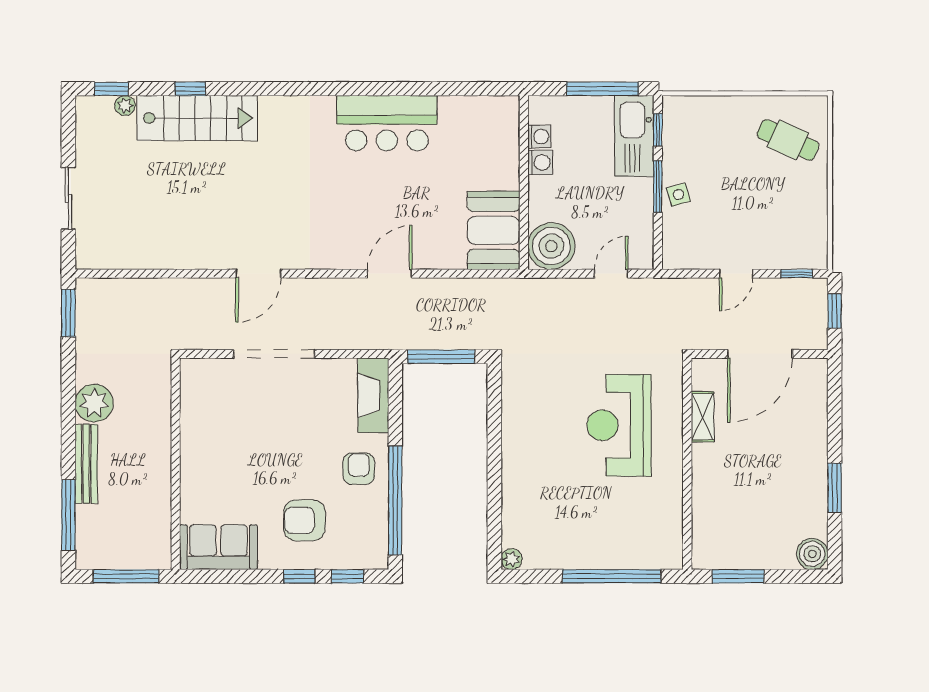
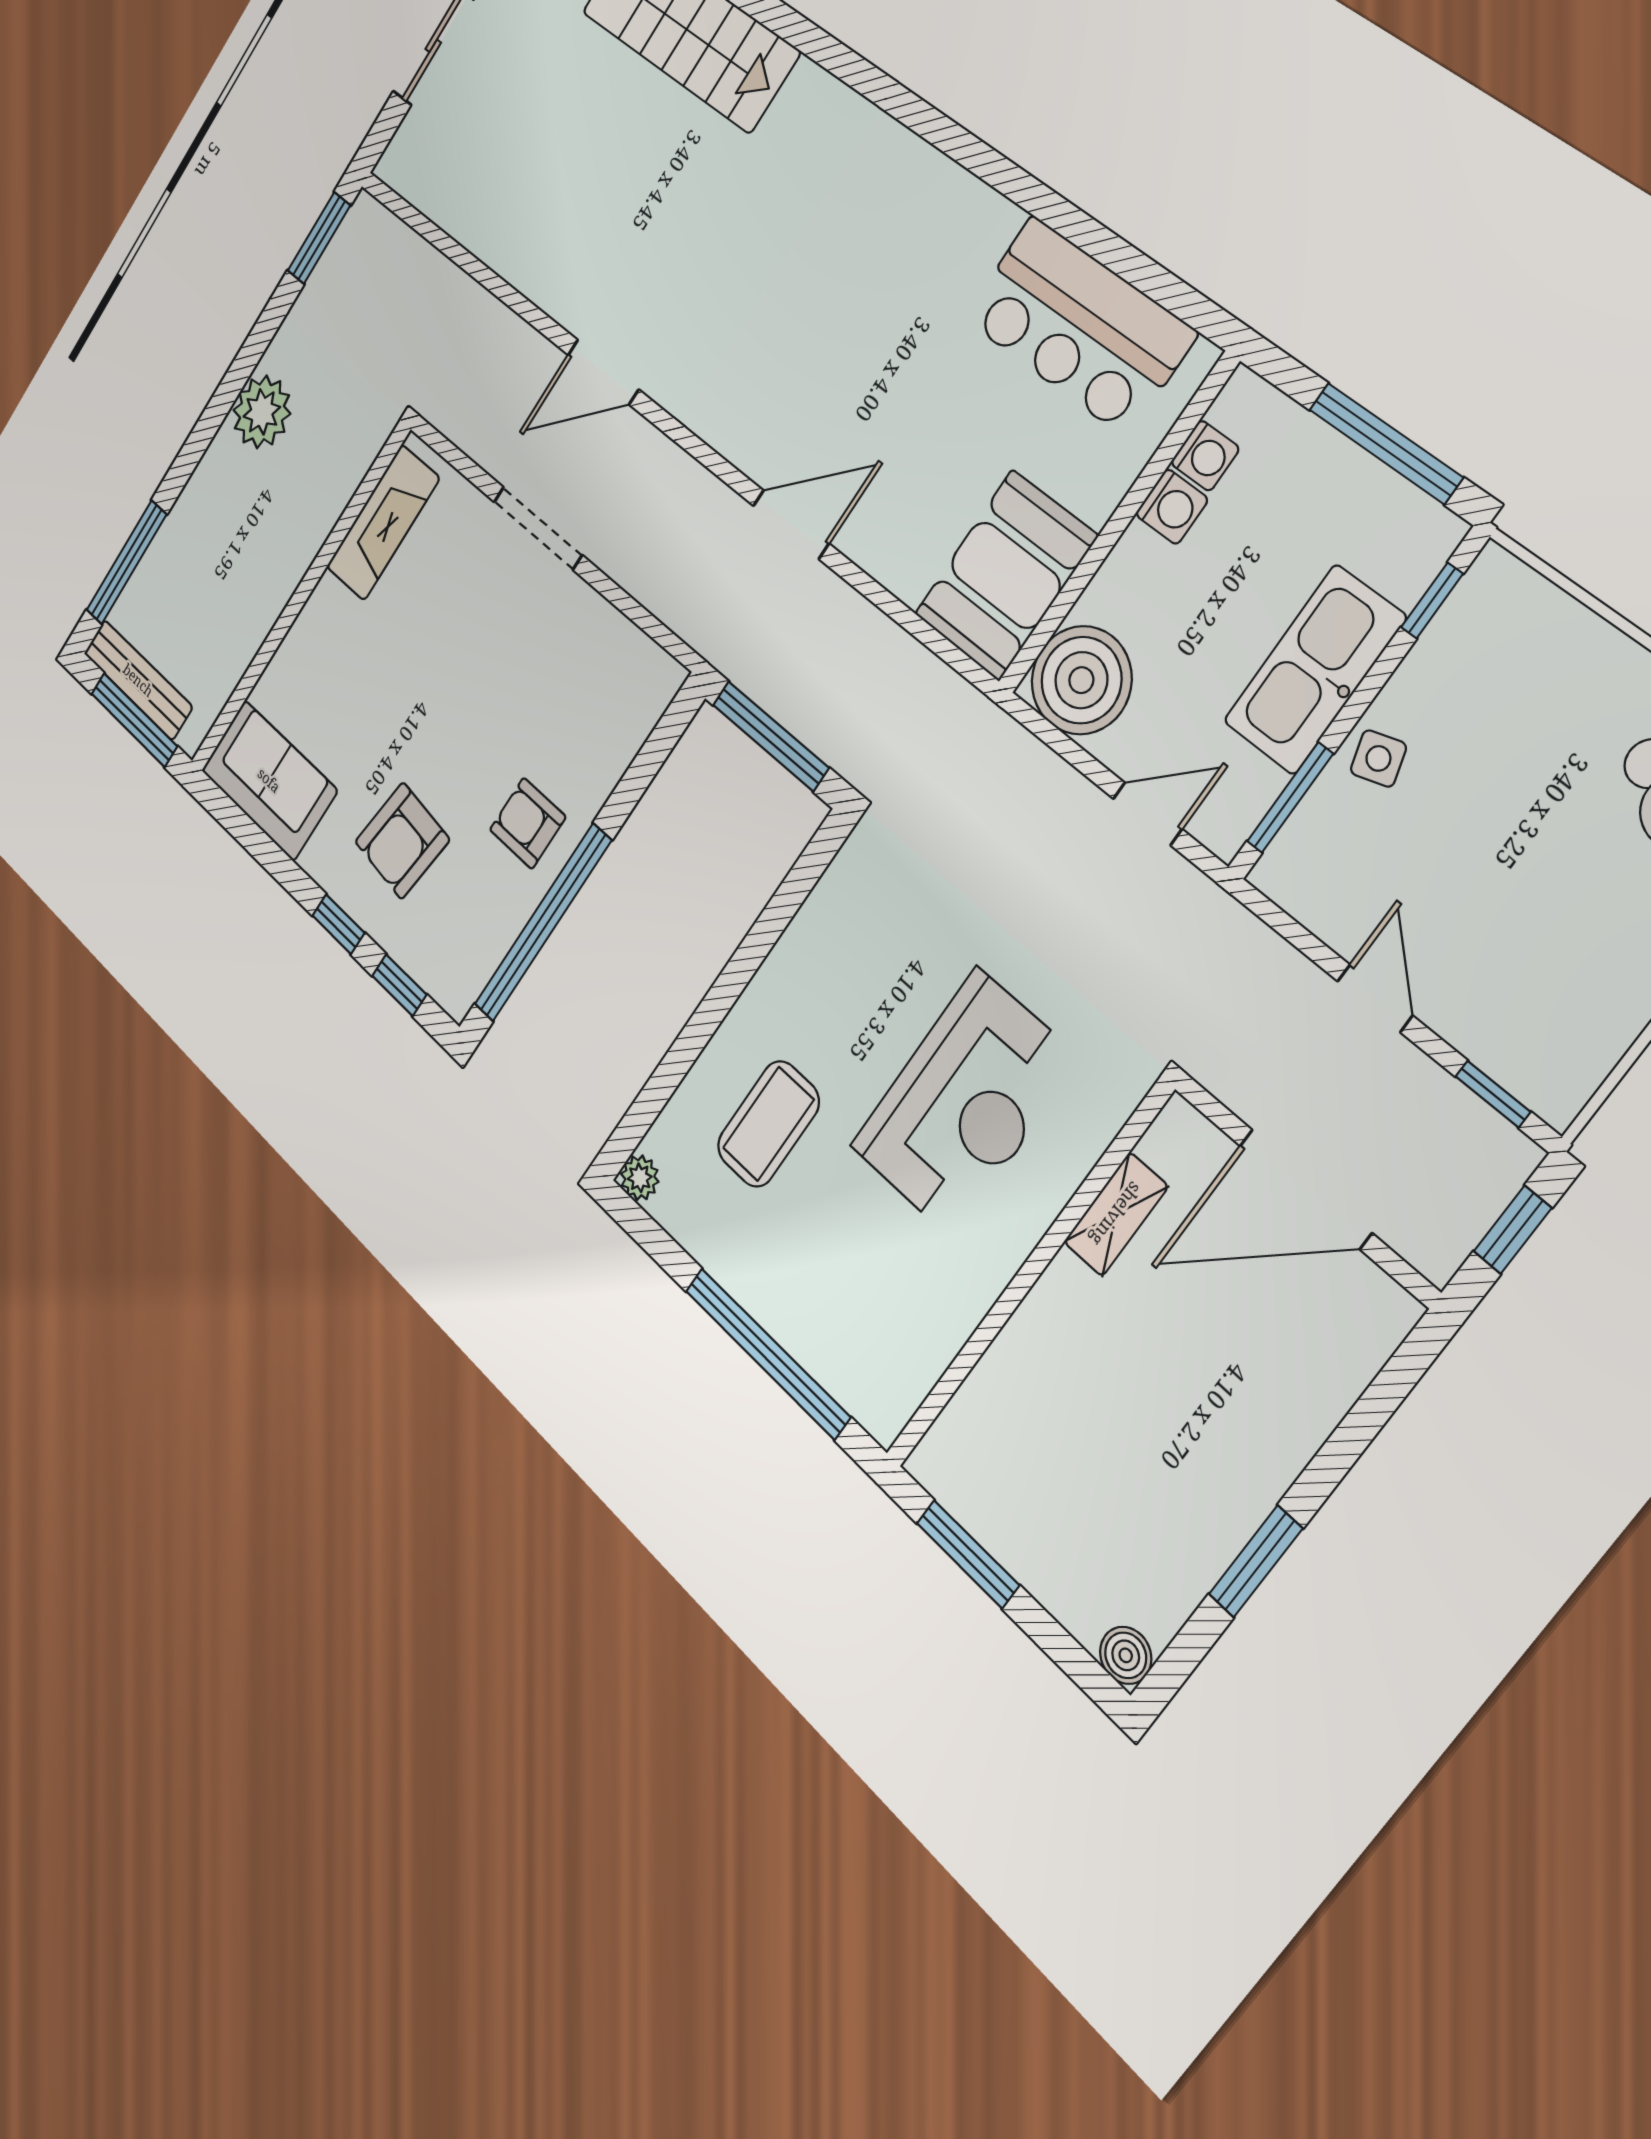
bar counter: (387, 123) -> (1079, 326), moved
kitchen sink: (634, 136) -> (1315, 670), moved
window: (658, 187) -> (1290, 798), moved
door: (736, 274) -> (1375, 998), swing flipped
doorway: (274, 354) -> (538, 528), width x0.73
fireplace: (373, 395) -> (383, 523), moved, turned 180
reception desk: (619, 425) -> (964, 1103), turned 180
bench: (86, 464) -> (138, 680), moved, turned 90
armchair: (359, 469) -> (528, 823), turned -90
coffee table: (549, 496) -> (768, 1124), added
armchair: (304, 520) -> (402, 841), turned -83
boiler: (812, 554) -> (1126, 1655), width x0.73, depth x0.73

